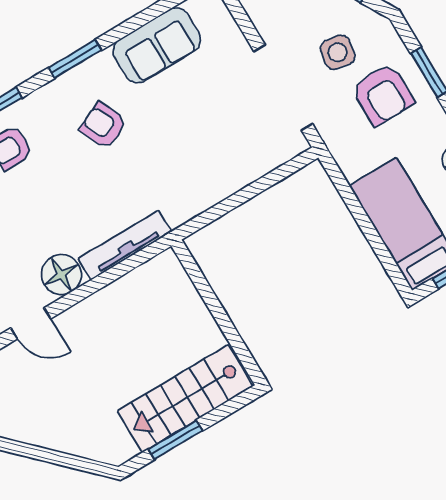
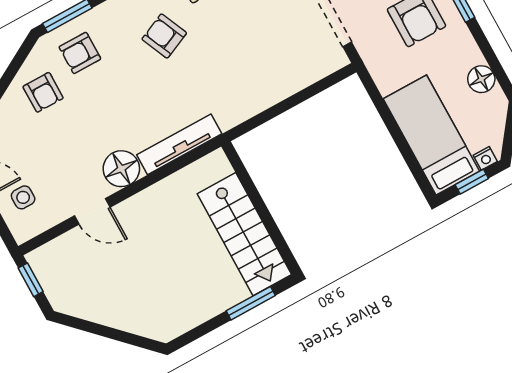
stairs: (185, 399) -> (244, 234), moved, turned -90
window: (175, 440) -> (251, 303), moved

